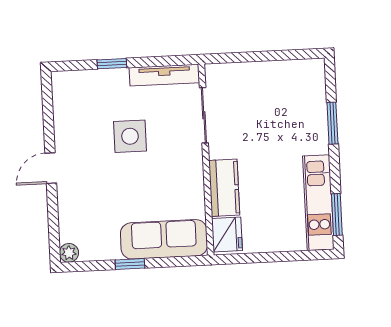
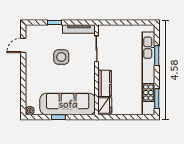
door: (51, 168) -> (23, 45), moved
kitchen unit: (318, 203) -> (148, 73), width x1.86
sofa: (164, 239) -> (68, 104), width x1.36, depth x1.27

